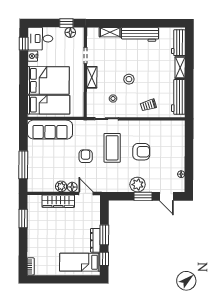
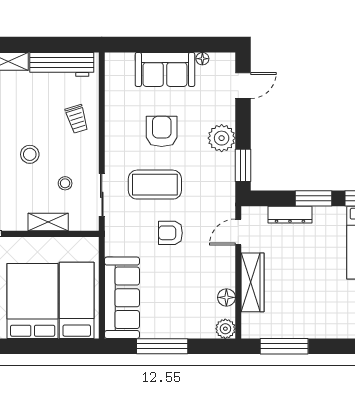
shelving: (92, 77) -> (48, 222), moved
sofa: (175, 154) -> (165, 69), added
window: (23, 165) -> (162, 346), moved
plant: (61, 186) -> (225, 329), moved
floor lamp: (72, 187) -> (226, 297), moved
window: (143, 196) -> (243, 165), moved
window: (23, 218) -> (284, 346), width x1.44
dresser: (95, 240) -> (290, 215), moved

